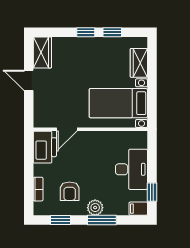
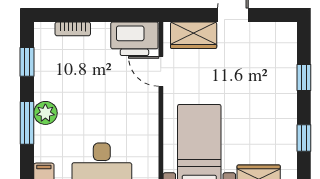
window: (86, 32) -> (304, 78), moved
wardrobe: (42, 52) -> (194, 35), moved
armchair: (70, 191) -> (70, 75), removed

